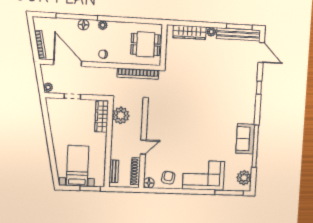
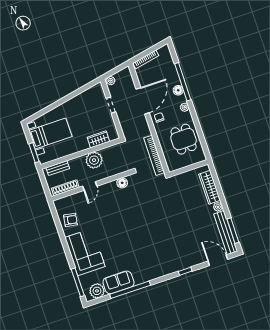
dining table: (146, 44) -> (184, 139), moved
door: (261, 52) -> (218, 260), swing flipped
door: (68, 63) -> (143, 101), moved
plant: (121, 115) -> (94, 160), moved
wardrobe: (102, 116) -> (98, 139), width x0.67
sofa: (245, 139) -> (118, 282), moved
door: (143, 147) -> (90, 186), hinge flipped
floor lamp: (149, 183) -> (122, 183), moved

